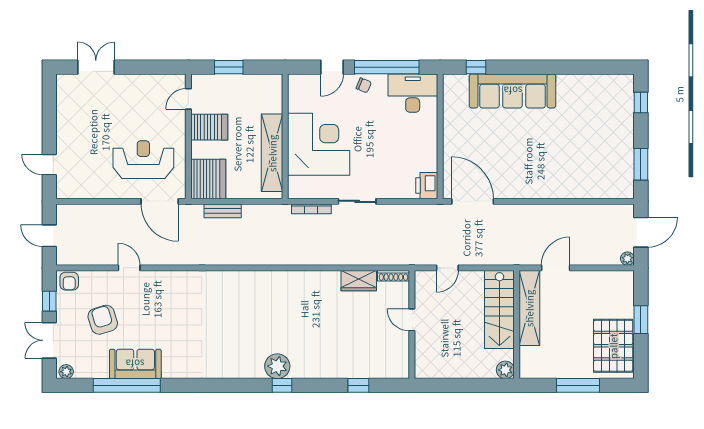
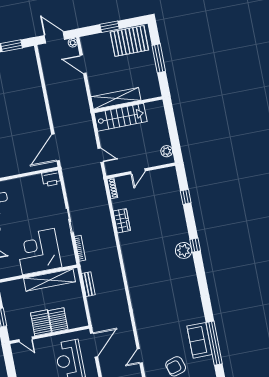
server rack: (208, 179) -> (58, 320), moved, width x0.62
bench: (223, 211) -> (88, 284), moved
door: (556, 268) -> (83, 64), moved
wardrobe: (359, 281) -> (122, 221), moved
plant: (505, 370) -> (167, 151), moved

